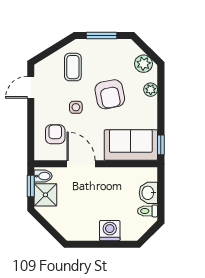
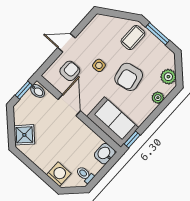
coffee table: (73, 67) -> (133, 38), moved
door: (31, 87) -> (66, 43), moved
washbasin: (148, 193) -> (105, 154), moved
shower: (45, 195) -> (24, 135), moved, turned 45
washing machine: (110, 231) -> (59, 174), moved

